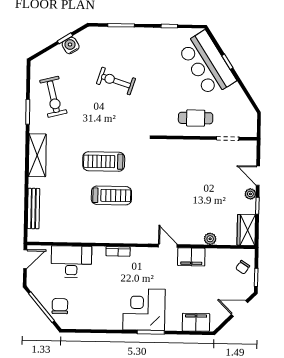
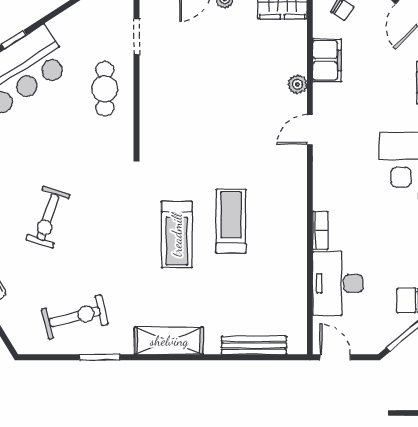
plant: (210, 239) -> (297, 84), moved
bookcase: (118, 251) -> (320, 231), moved
filing cabinet: (191, 257) -> (327, 60), moved

